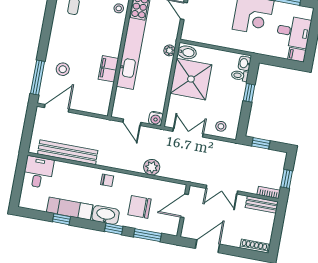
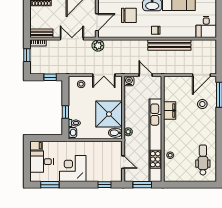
bench: (68, 152) -> (169, 45), moved
plant: (152, 167) -> (98, 46), moved

